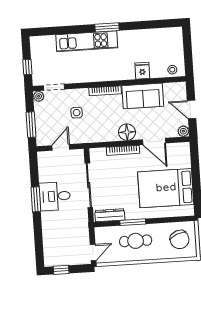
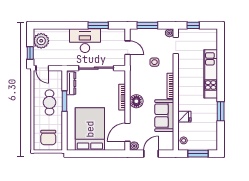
window: (107, 27) -> (221, 111), moved
window: (188, 51) -> (198, 154), added
door: (154, 141) -> (128, 132), moved
desk: (55, 196) -> (85, 41), width x1.37
window: (36, 199) -> (98, 25), moved
chair: (180, 240) -> (48, 138), turned -68
plant: (59, 256) -> (41, 41), added
window: (61, 270) -> (30, 53), moved

